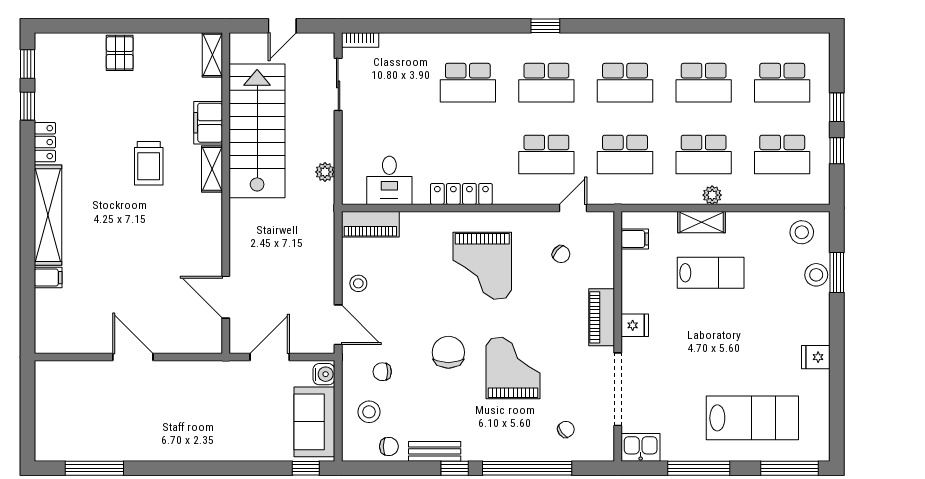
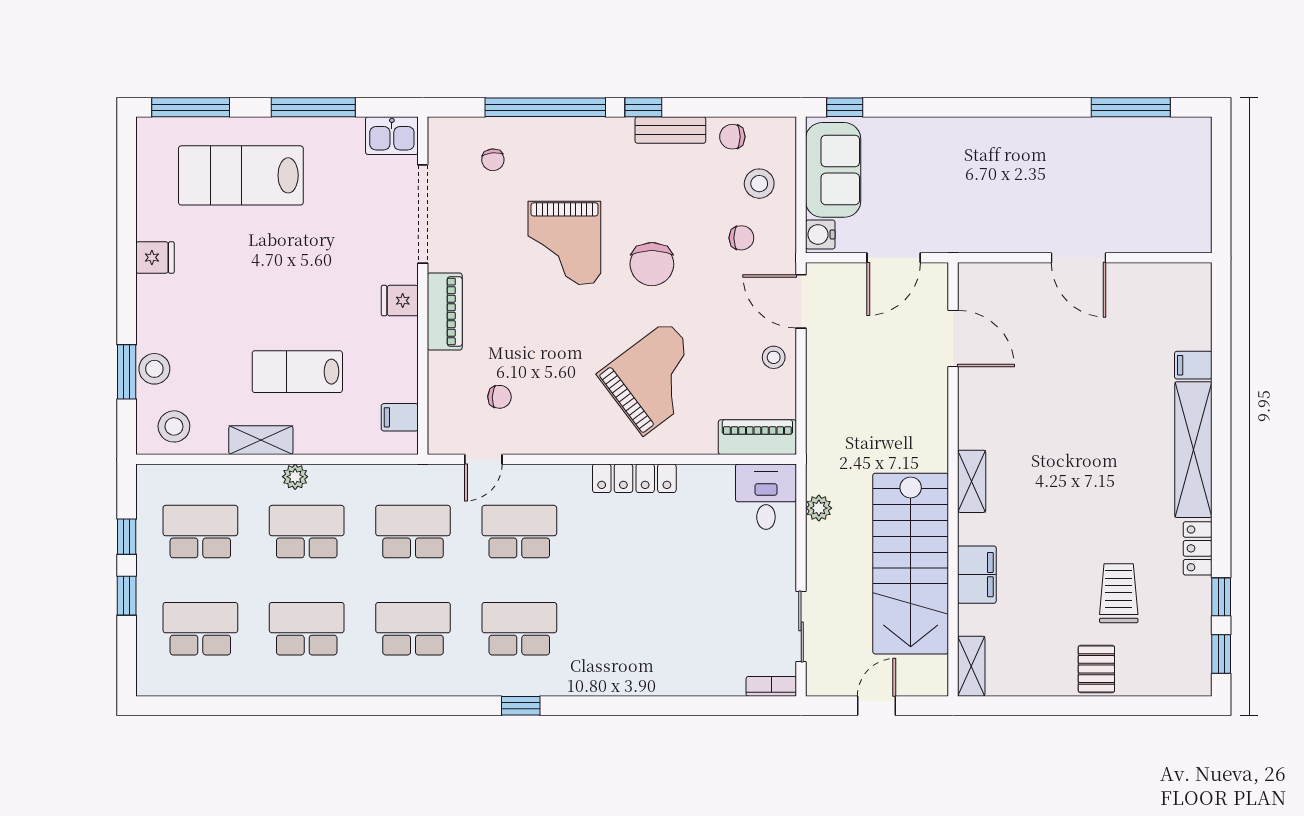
school desk: (468, 83) -> (626, 629), removed
trolley: (149, 163) -> (1119, 593), moved
shelving: (212, 169) -> (972, 481), moved
desk: (389, 180) -> (766, 497), moved
shelving: (702, 222) -> (261, 440), moved
chair: (561, 254) -> (499, 397), turned 142
grand piano: (482, 266) -> (656, 378), moved, turned 53
chair: (566, 429) -> (493, 160), turned -59

